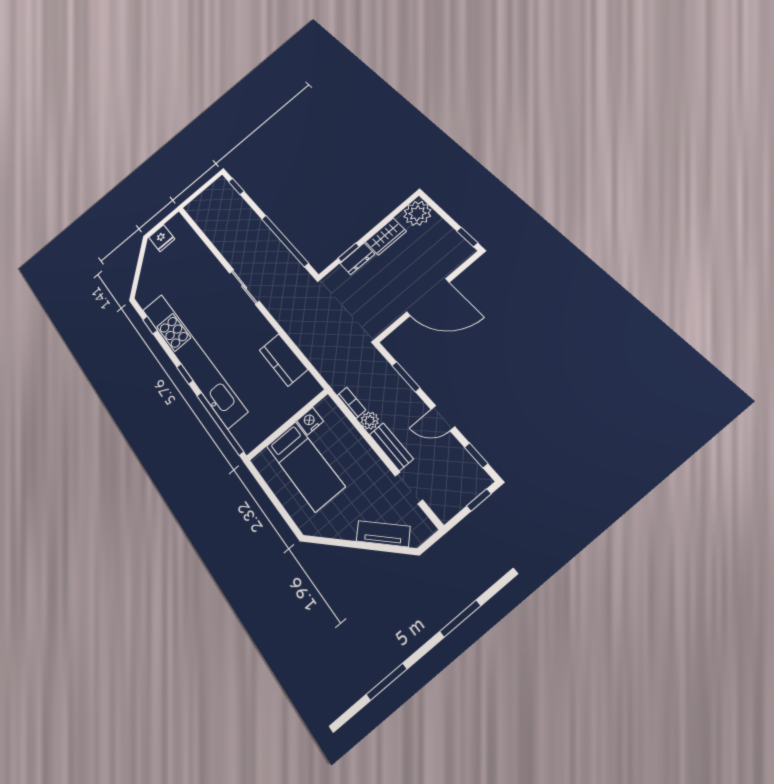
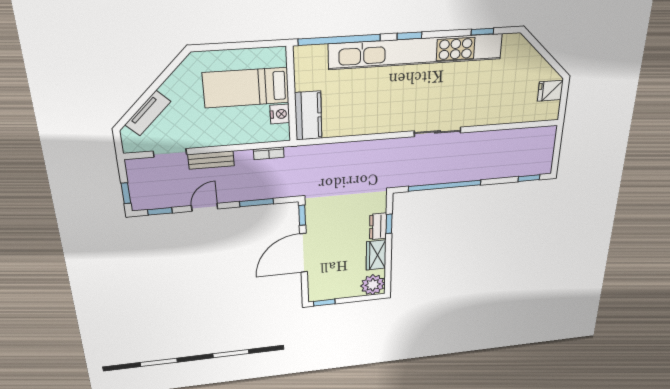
window: (391, 329) -> (302, 215), added
kitchen counter: (283, 360) -> (308, 116), moved, turned 90
plant: (370, 421) -> (244, 158), removed

